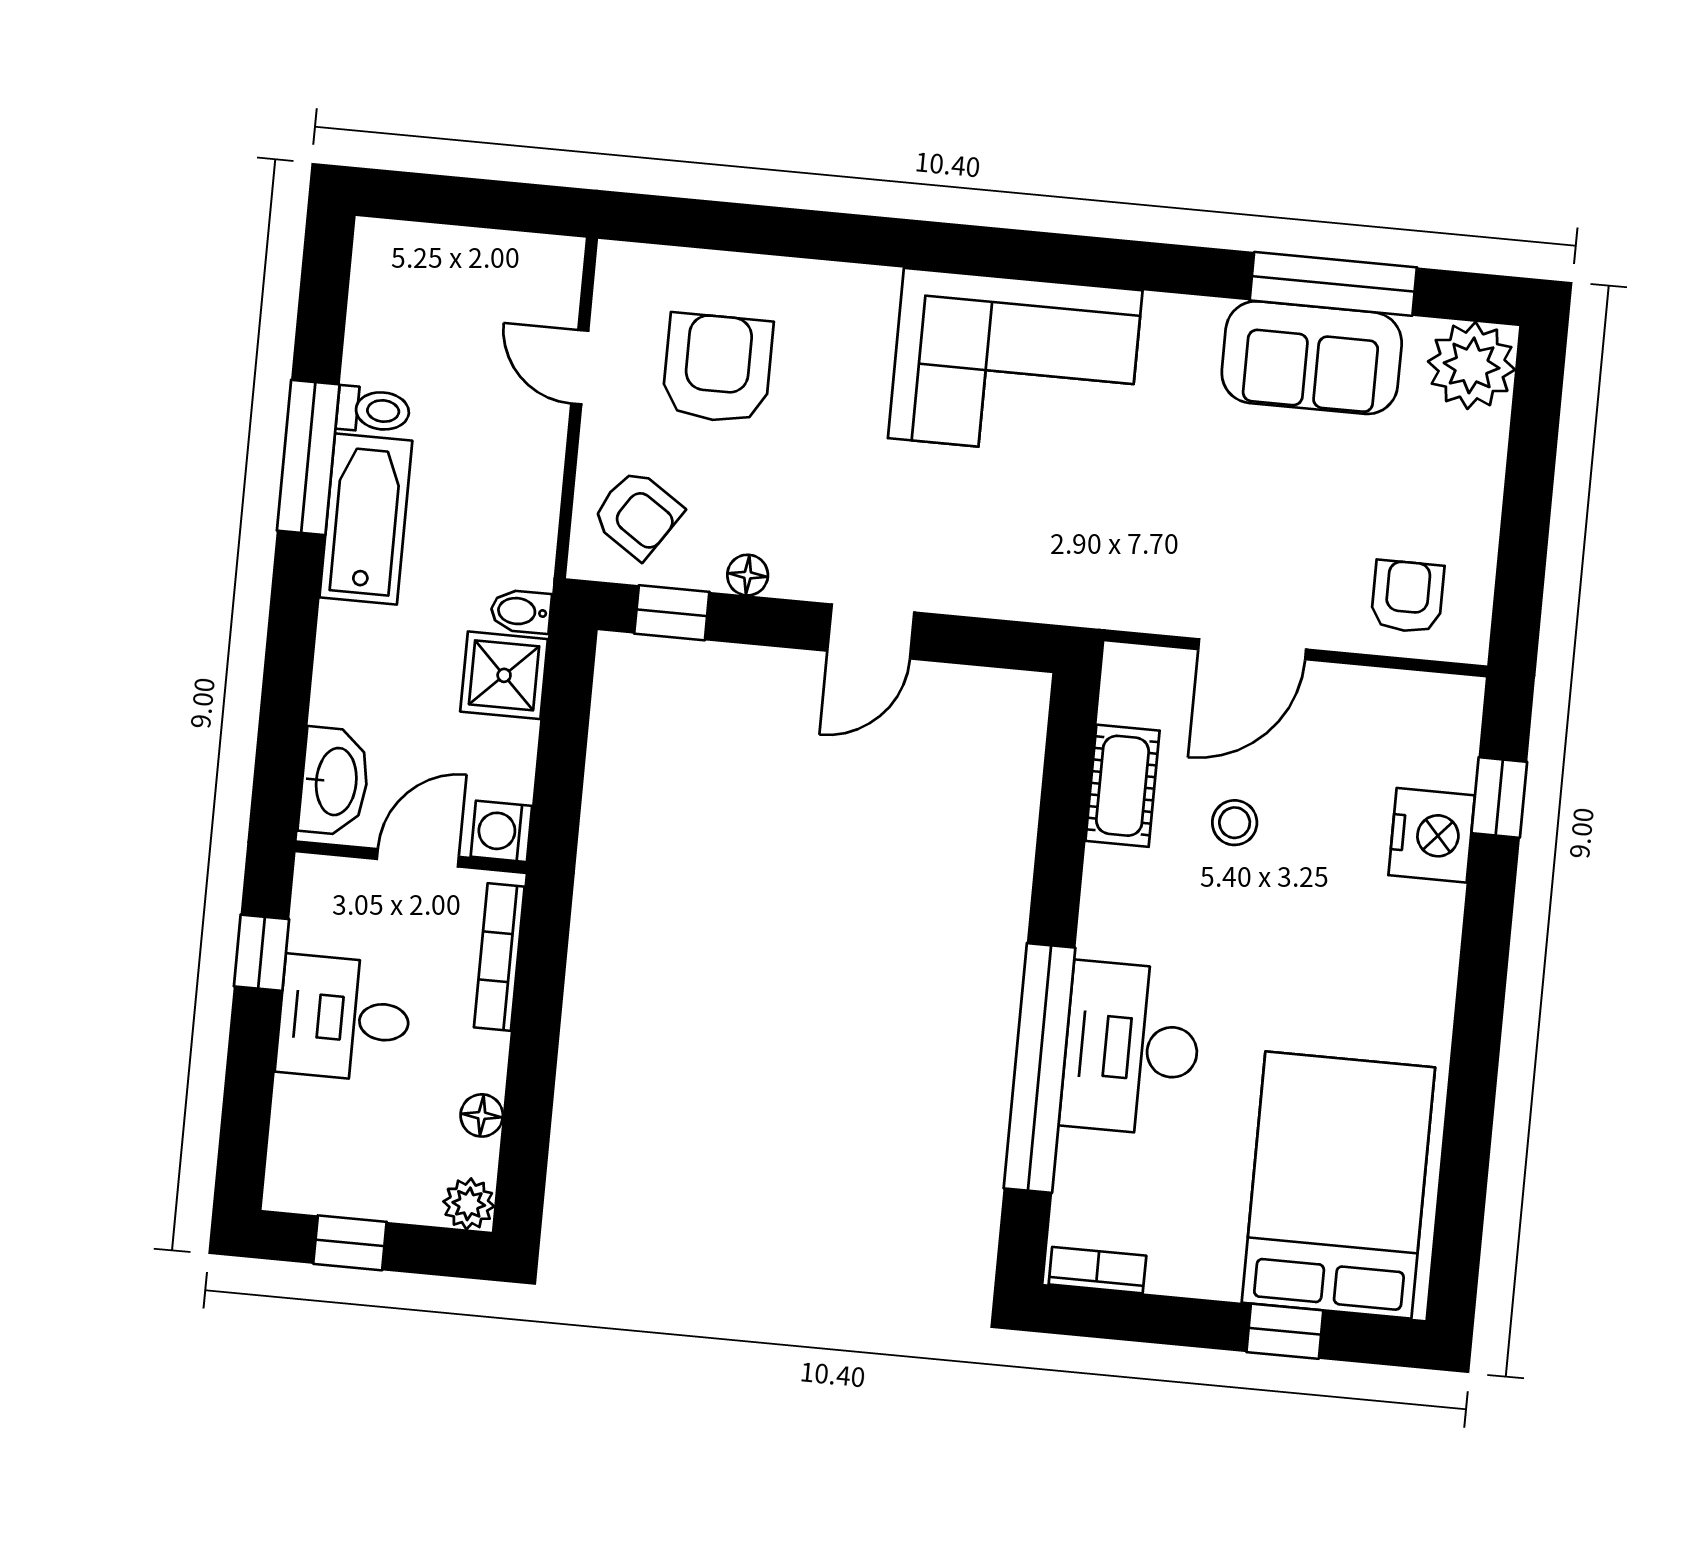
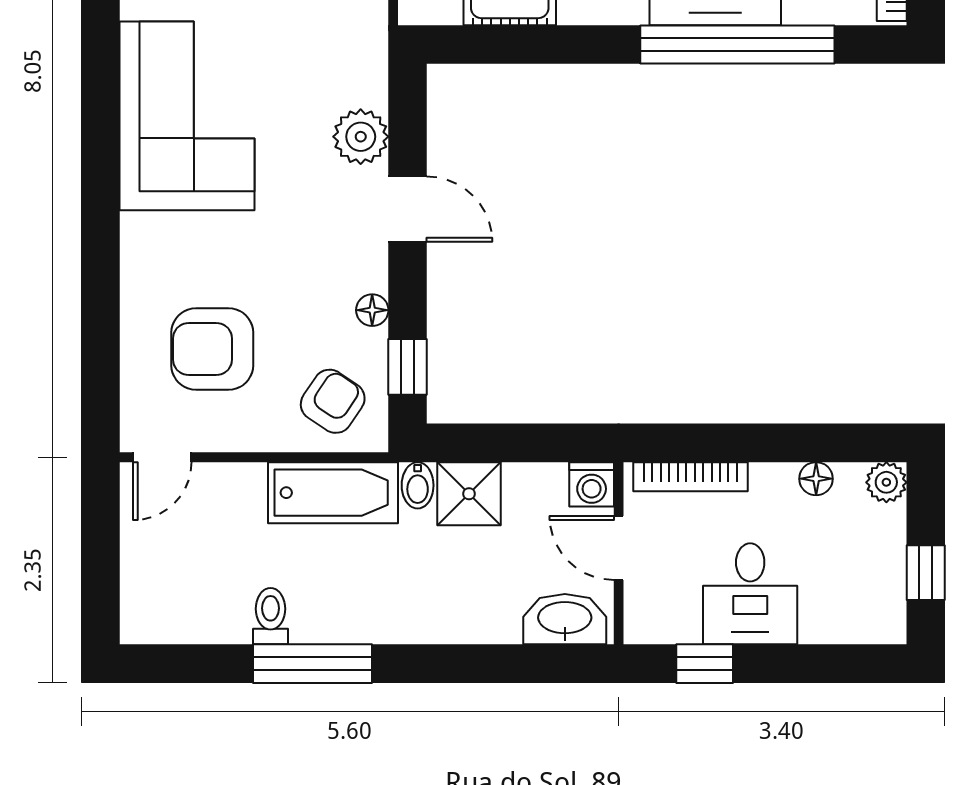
door: (580, 367) -> (162, 457), moved
bathtub: (366, 519) -> (333, 493), moved, turned 180
plant: (968, 581) -> (361, 137), added

